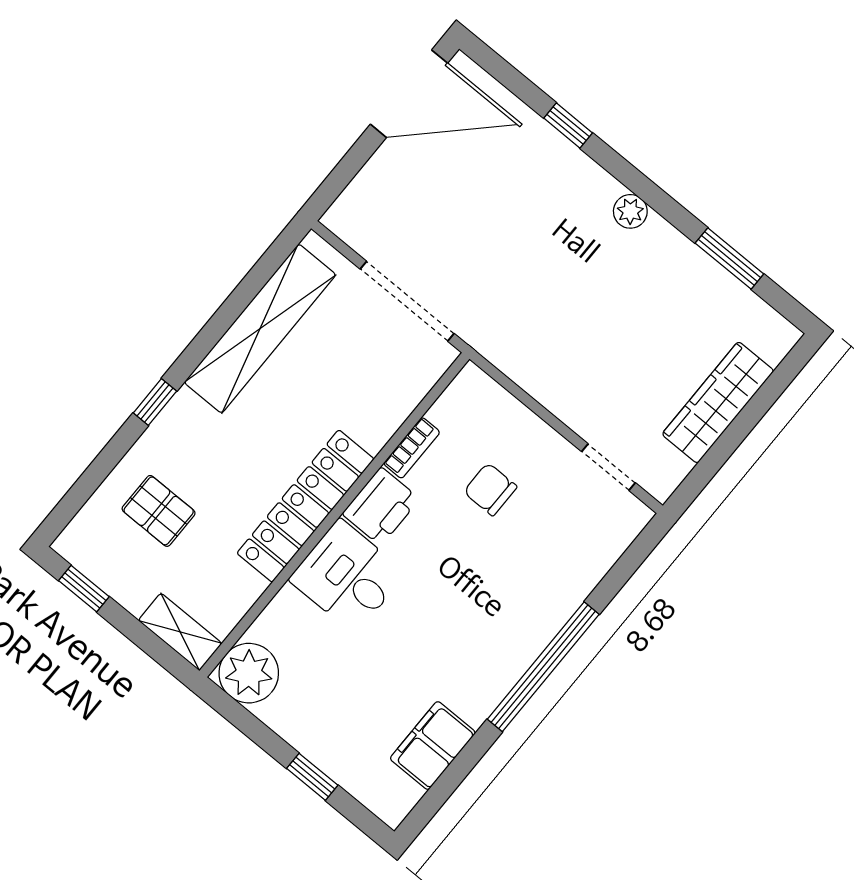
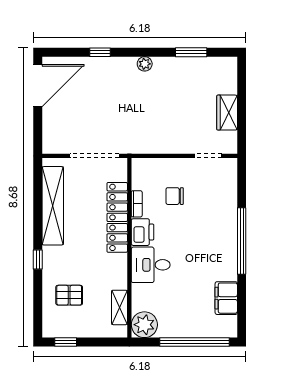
wardrobe: (718, 402) -> (227, 113), width x0.67
locker: (305, 506) -> (117, 217), moved
shelving: (180, 632) -> (119, 307), moved, turned 90
window: (312, 777) -> (194, 342), width x3.17

